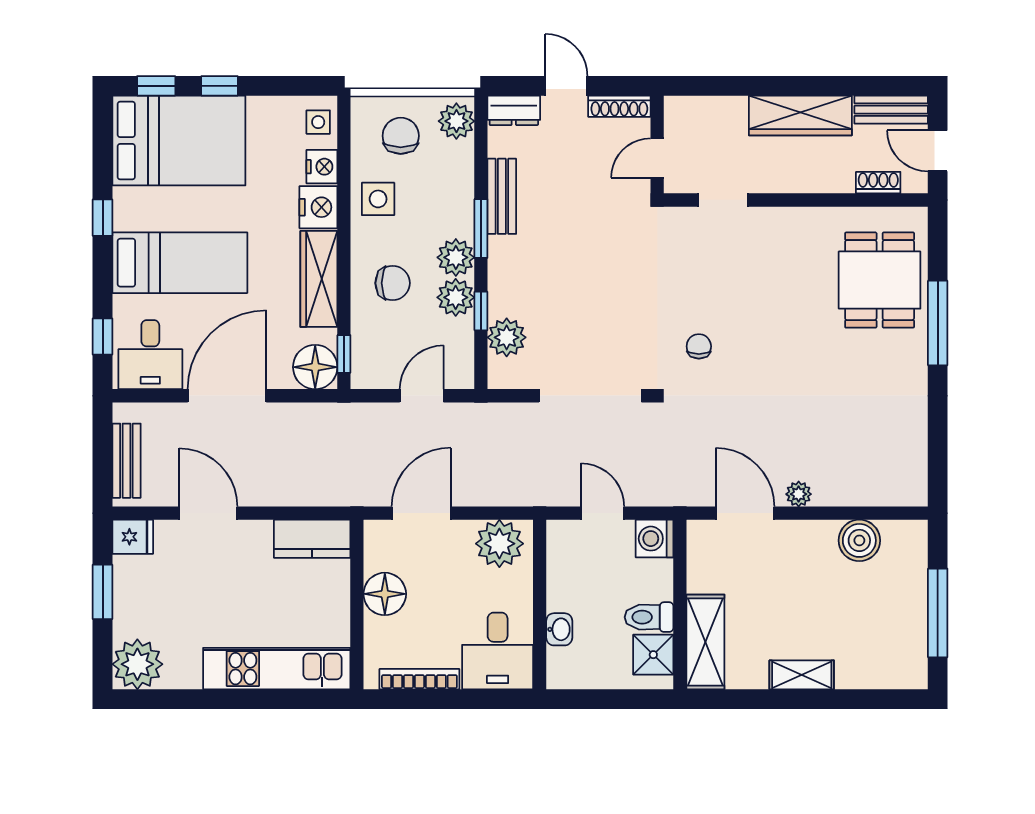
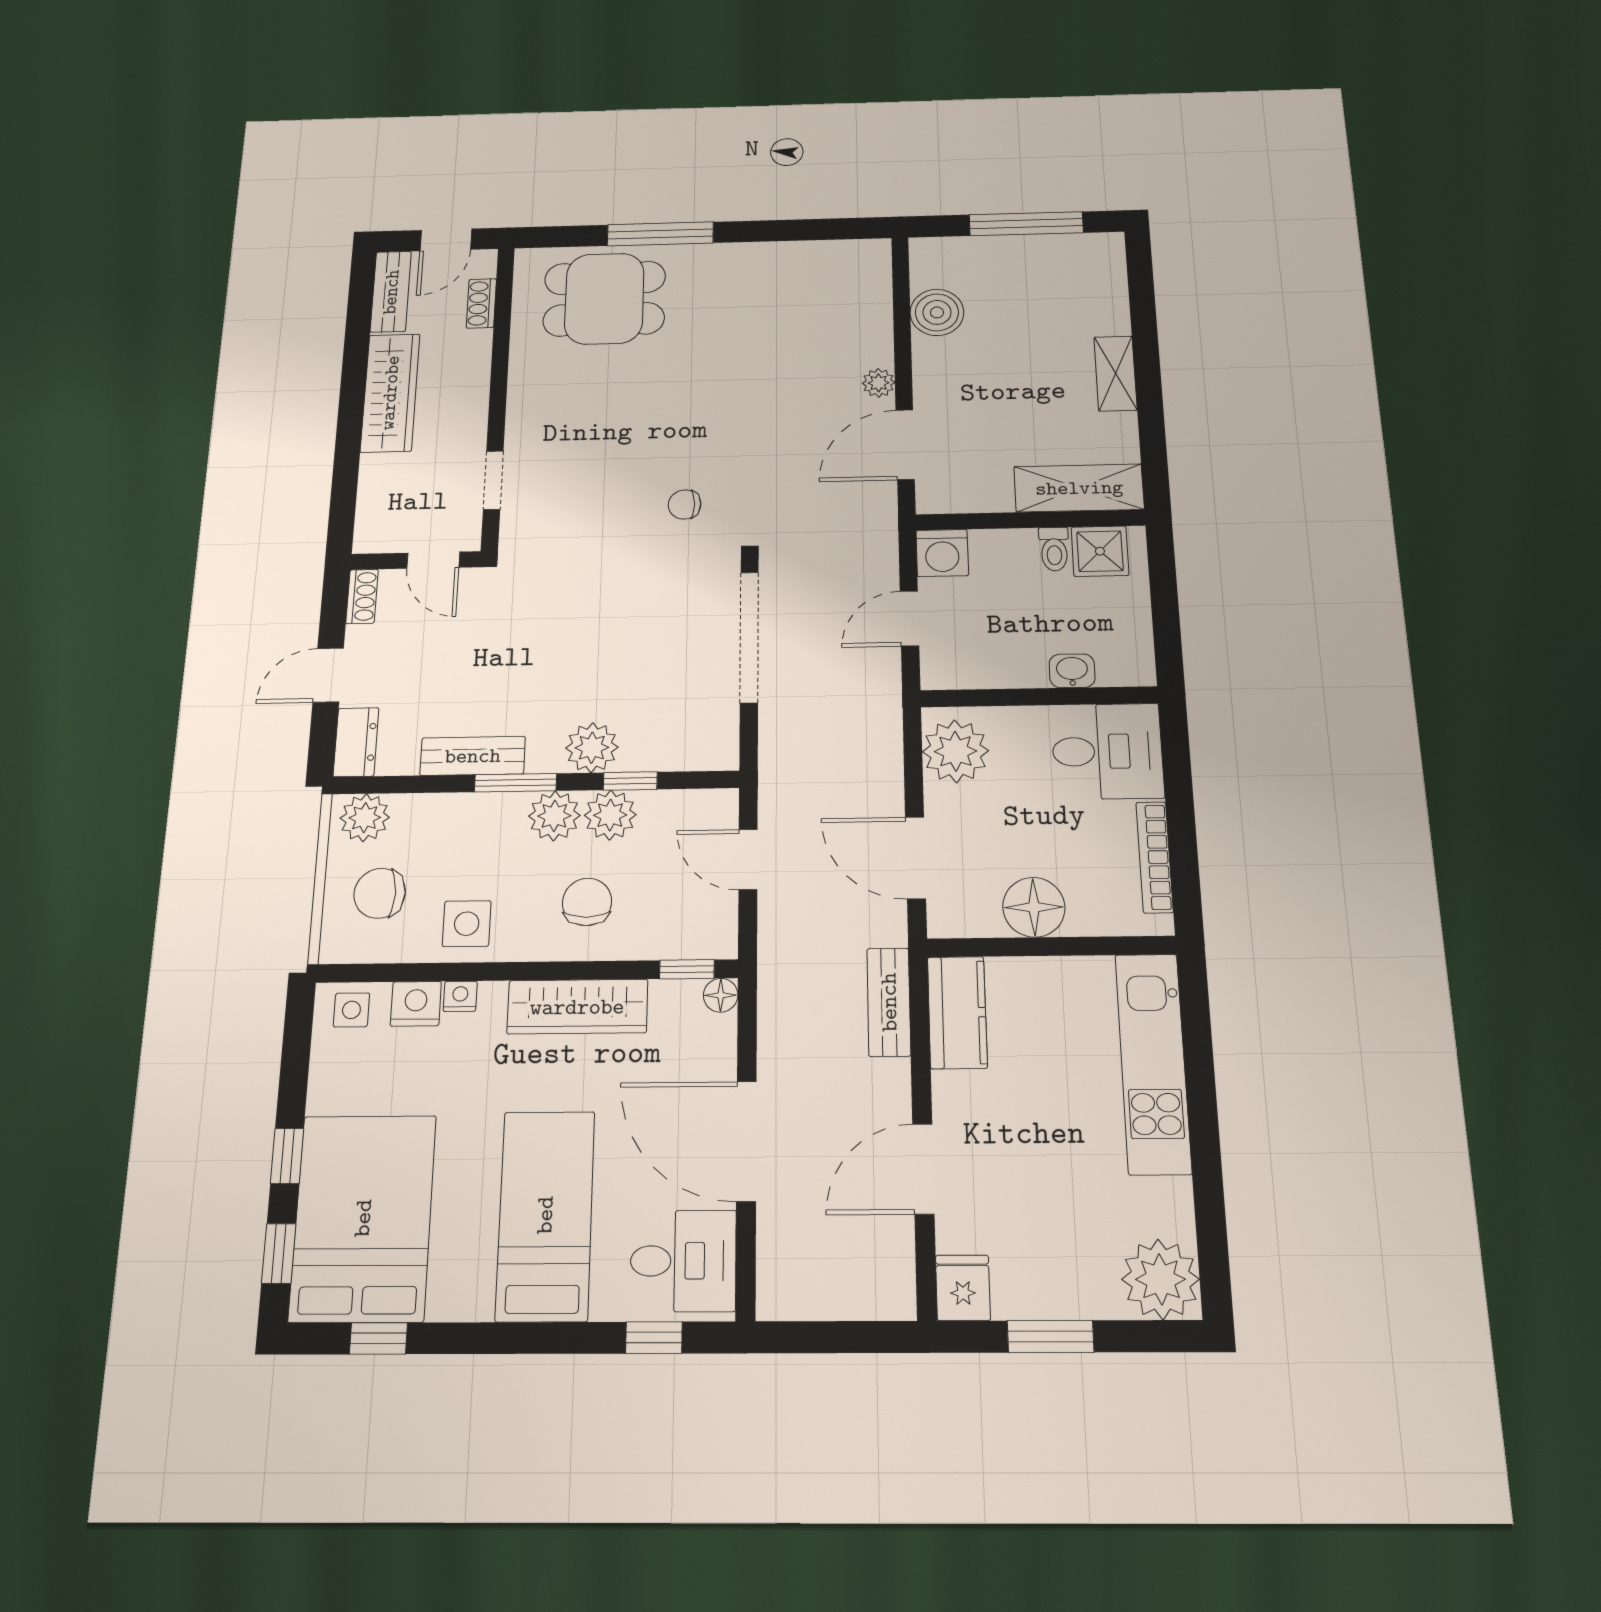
shoe rack: (619, 106) -> (362, 596), width x0.70
nightstand: (318, 207) -> (460, 996), width x0.53, depth x0.56
window: (103, 218) -> (378, 1338), moved
plant: (507, 337) -> (592, 748), moved
floor lamp: (315, 367) -> (721, 995), width x0.53, depth x0.53
bench: (126, 461) -> (889, 1002), moved, turned 90
toilet: (649, 617) -> (1054, 549), width x0.73, depth x0.72

